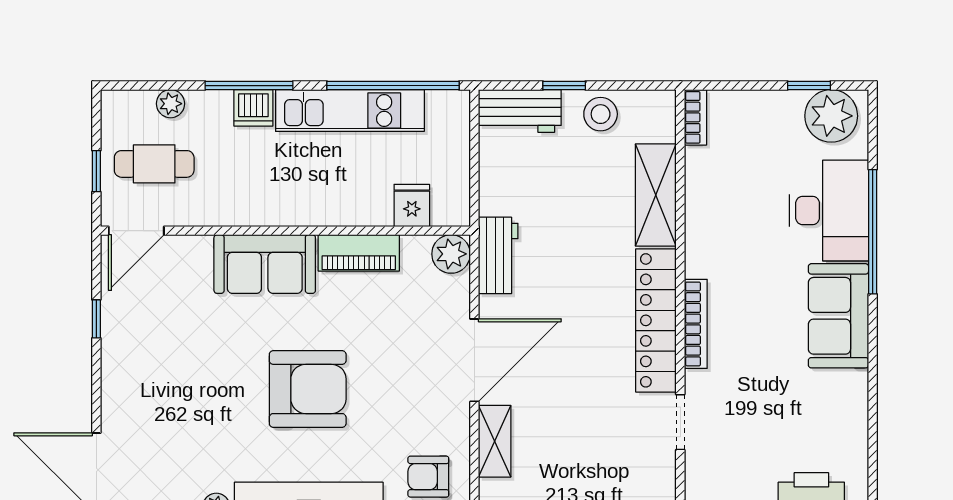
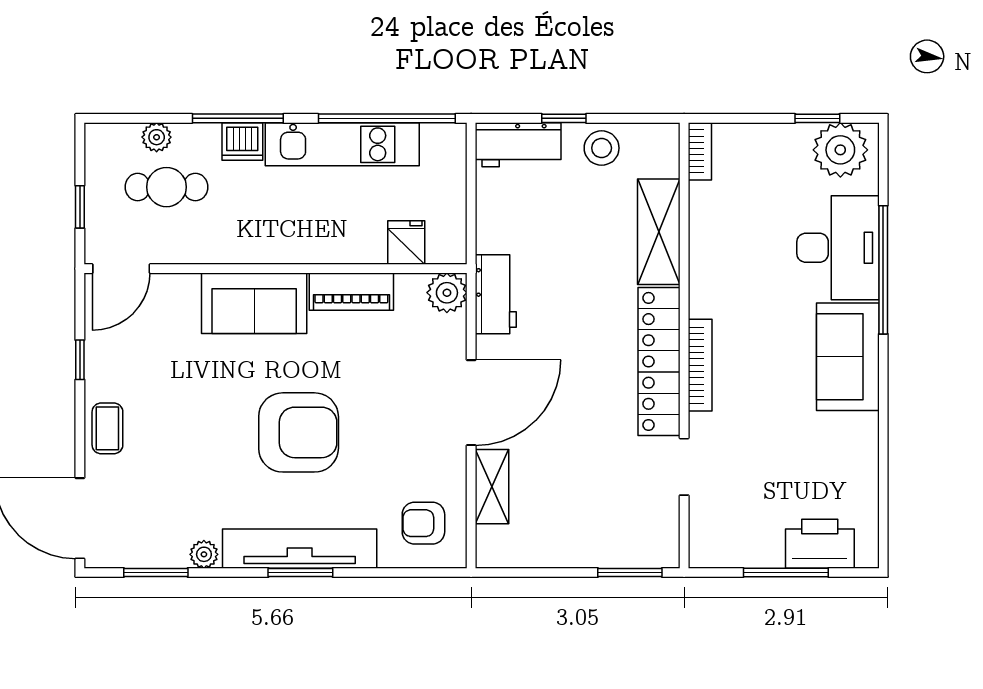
cafe table: (154, 164) -> (167, 187), moved
coffee table: (123, 385) -> (107, 428), added

